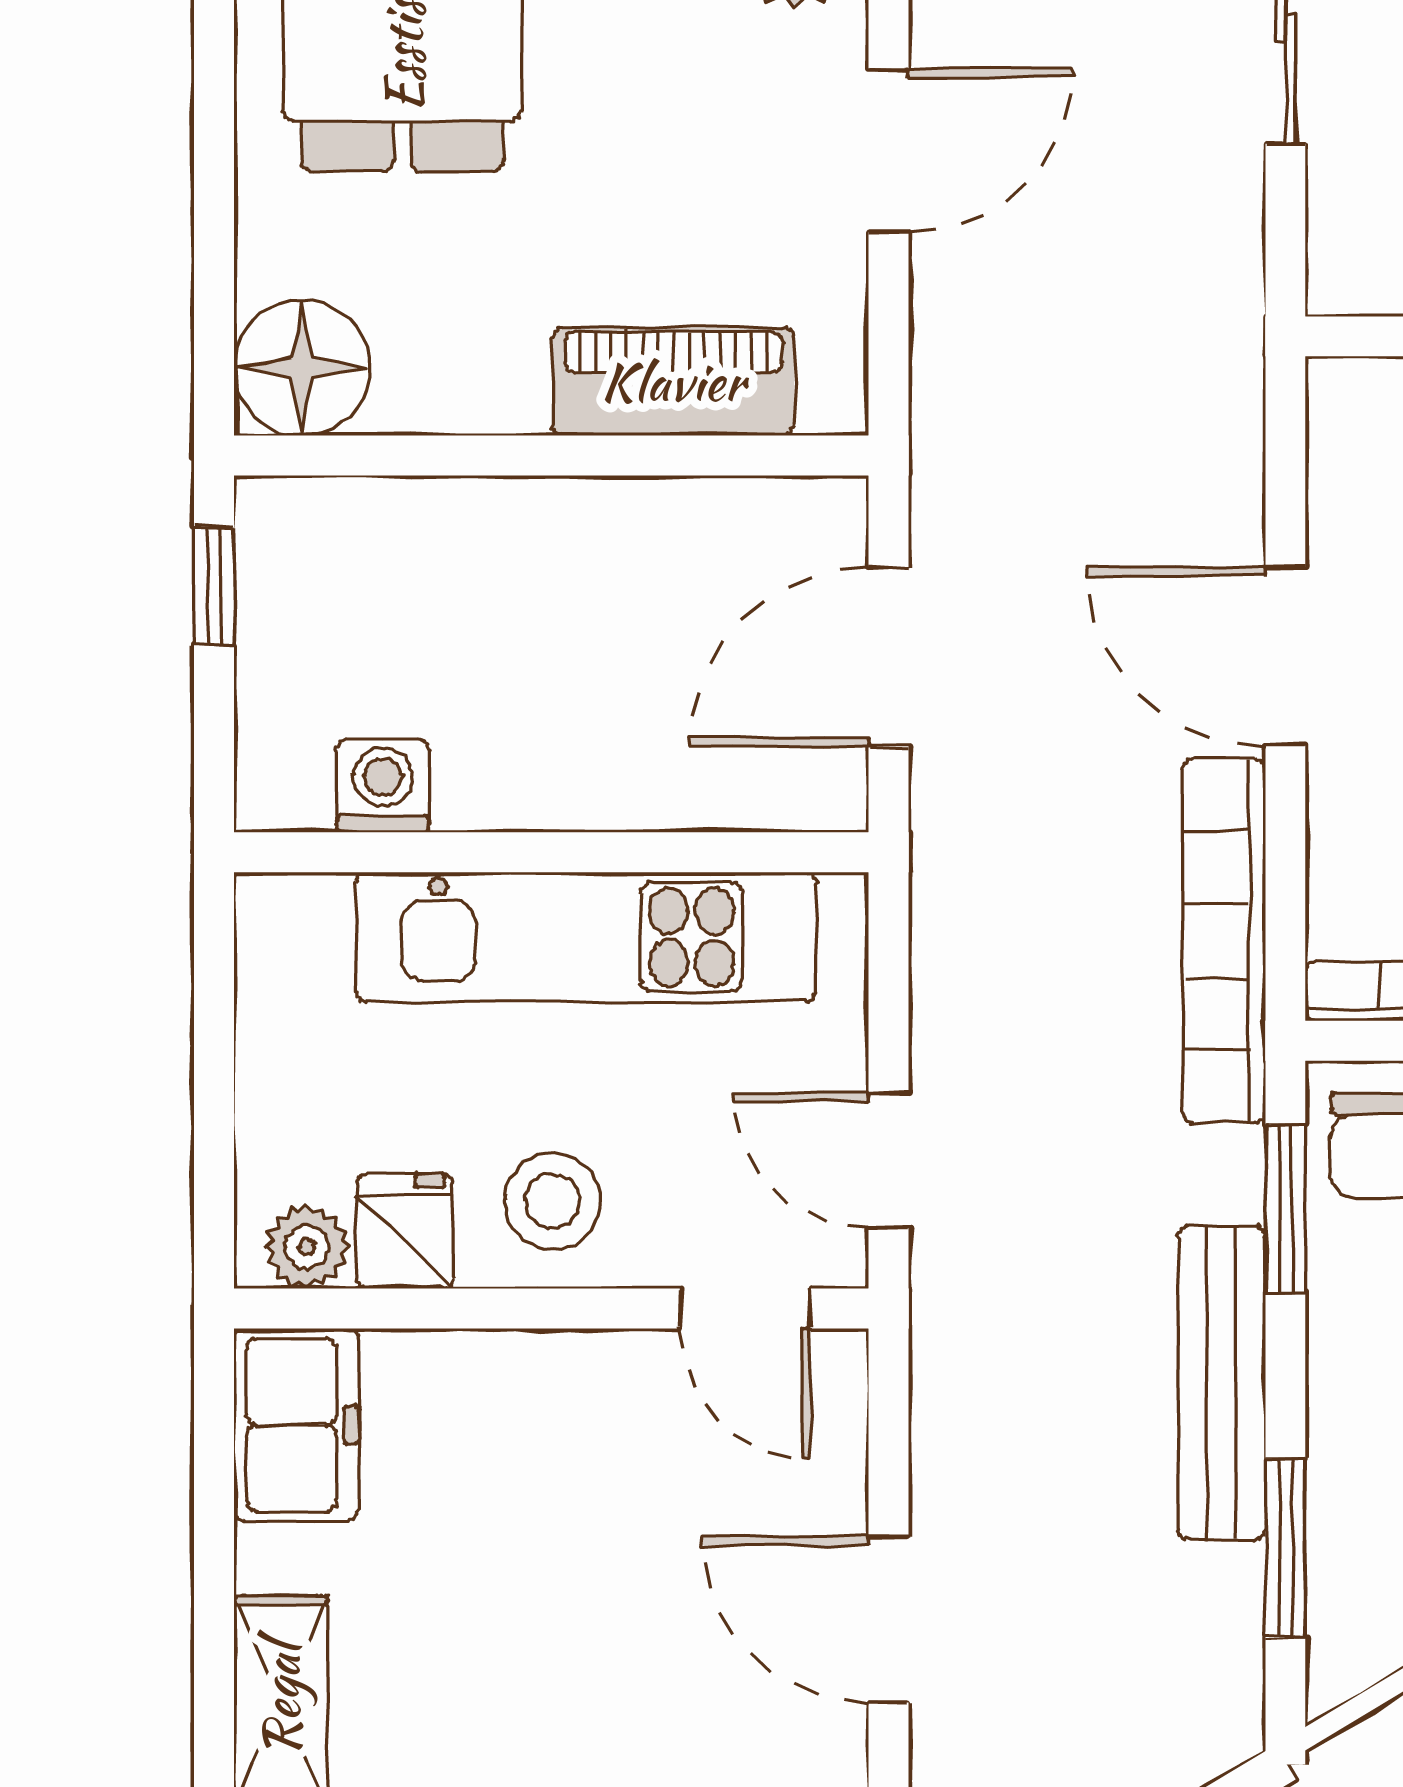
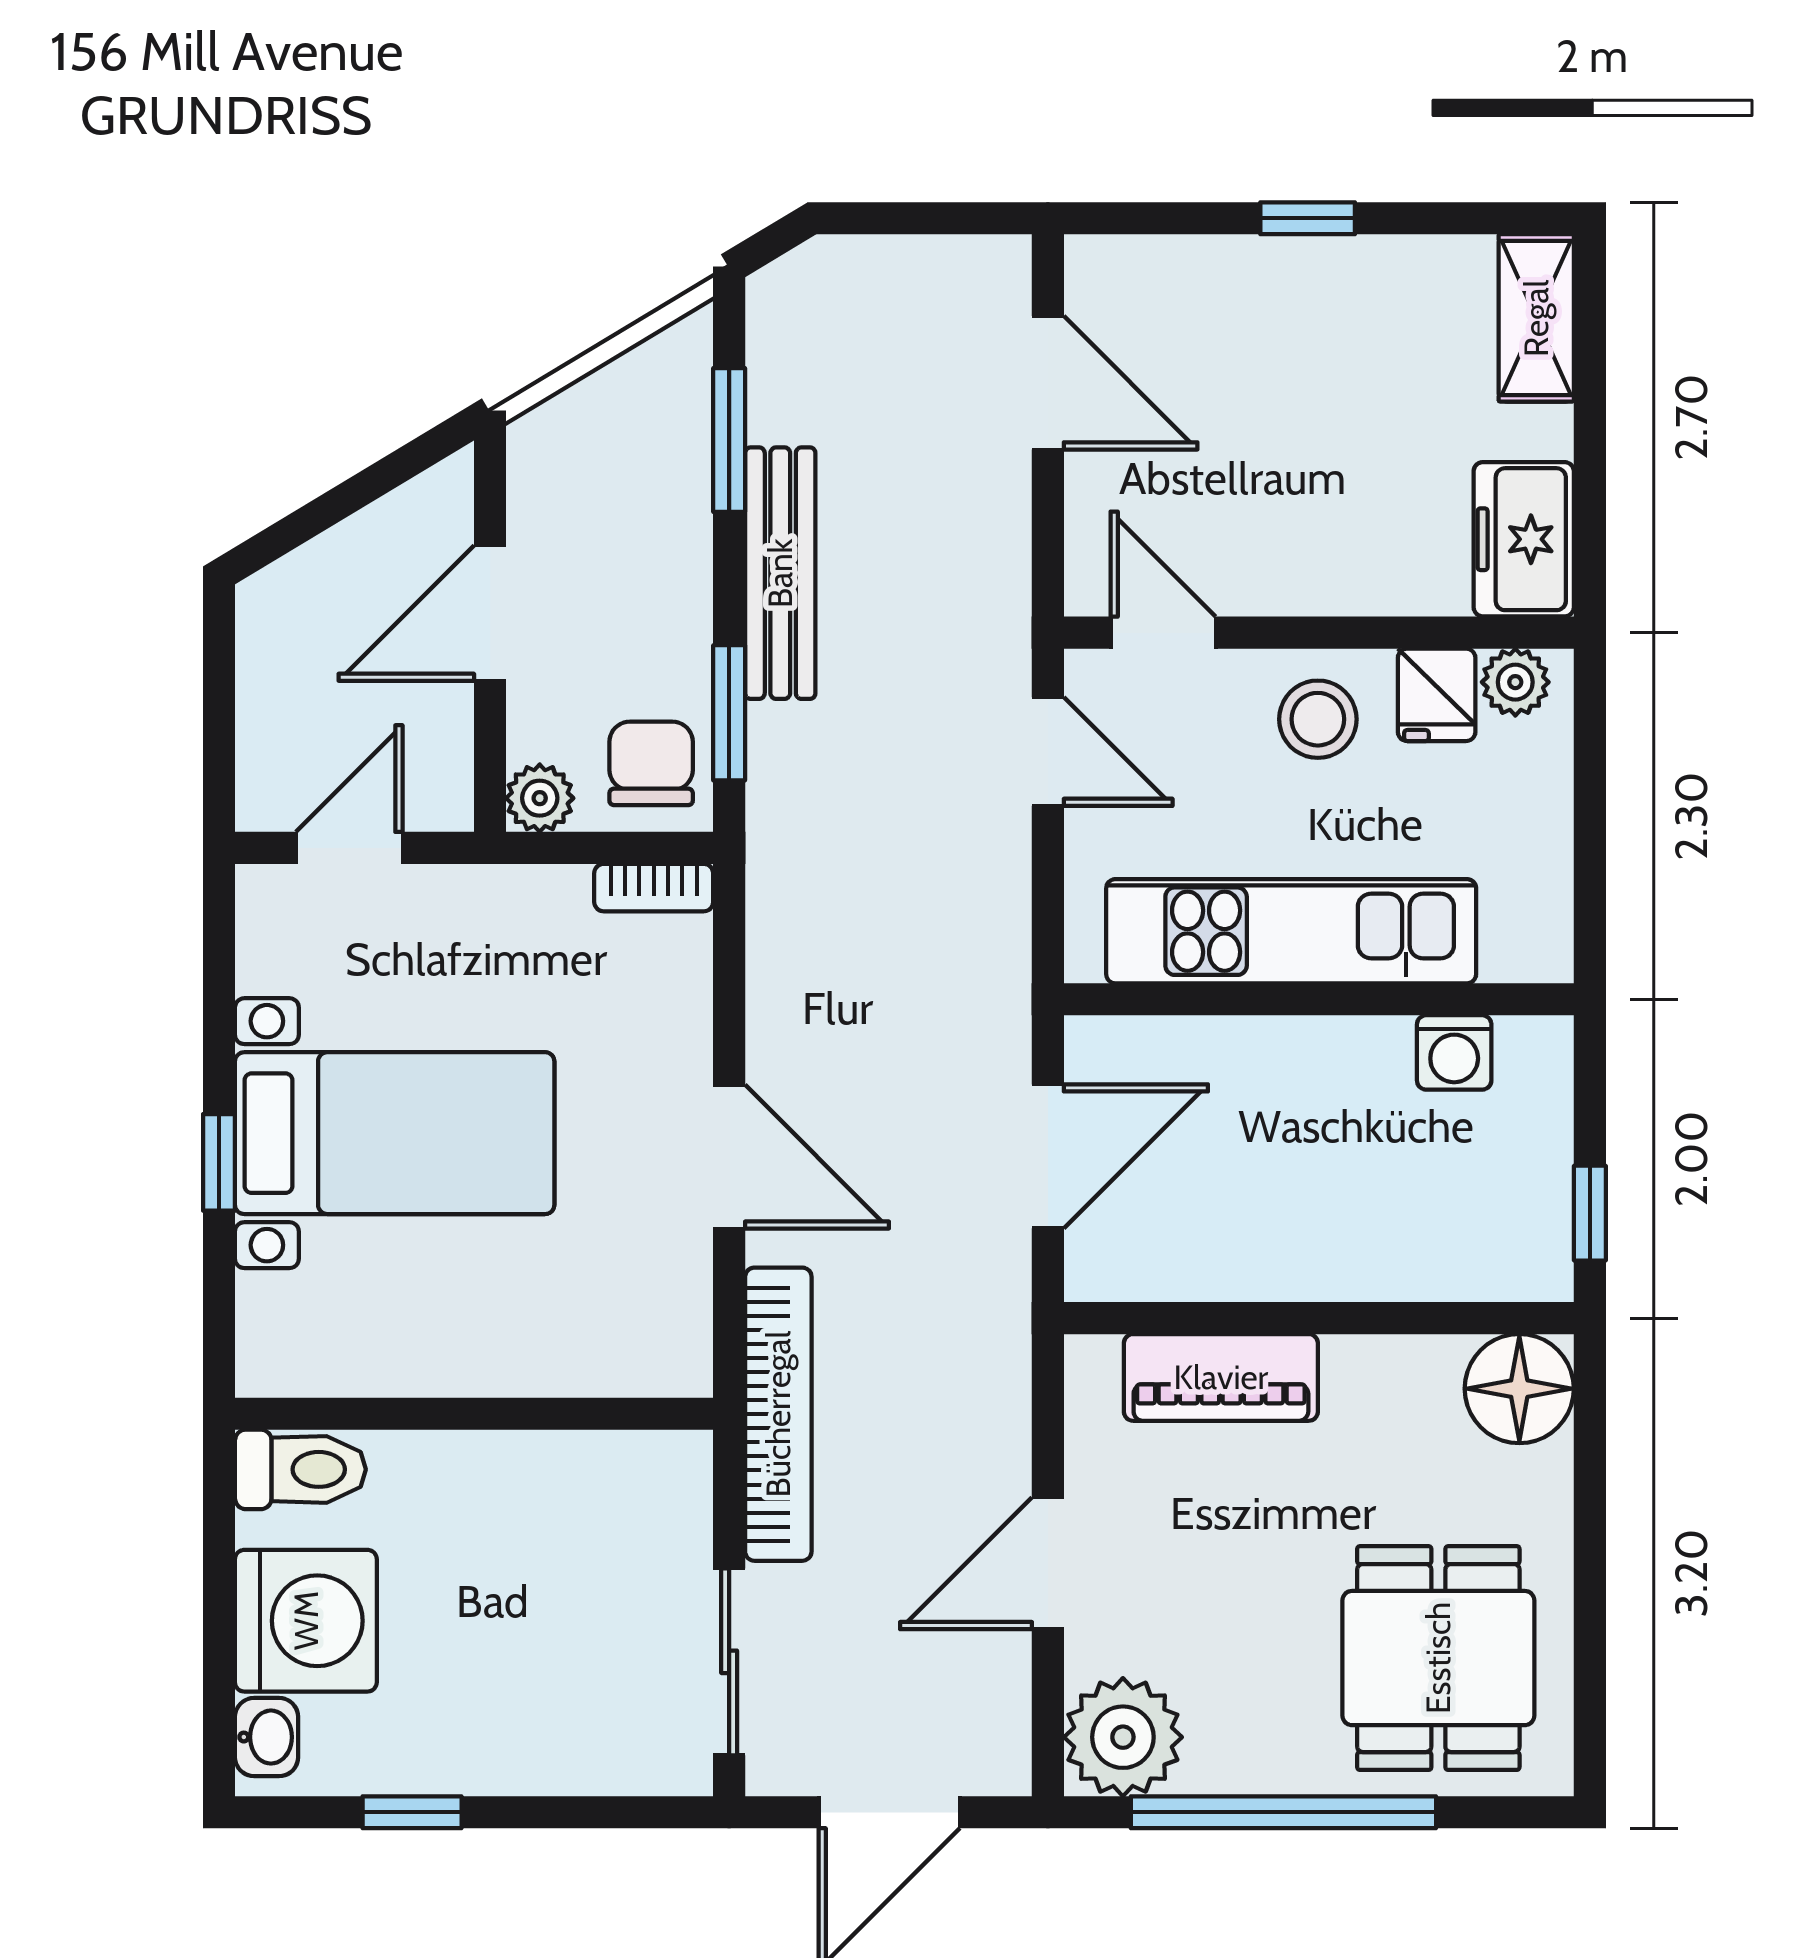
bookcase: (1224, 941) -> (778, 1414), moved

